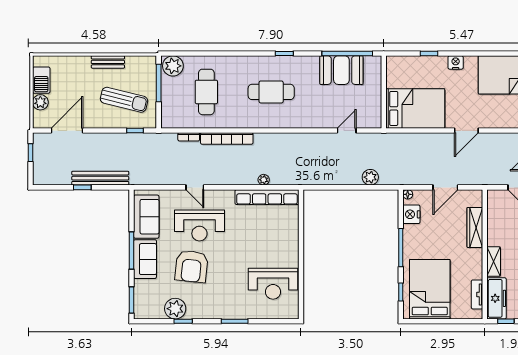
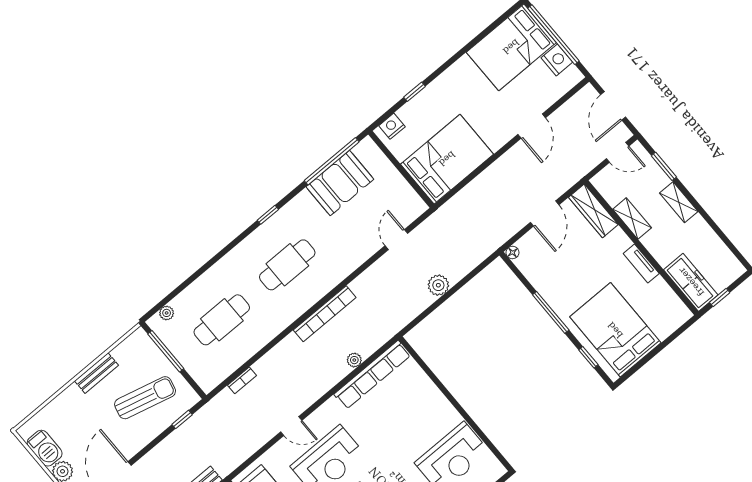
nightstand: (456, 62) -> (392, 126), moved
plant: (173, 66) -> (167, 313), width x0.53, depth x0.53
cafe table: (206, 92) -> (222, 320), turned 90
door: (466, 130) -> (532, 126), moved
bookcase: (227, 138) -> (325, 314), moved
plant: (370, 177) -> (438, 285), moved
nightstand: (411, 214) -> (533, 270), removed
wardrobe: (475, 227) -> (593, 211), moved
shelving: (494, 262) -> (632, 218), moved
tv unit: (477, 294) -> (641, 263), moved

